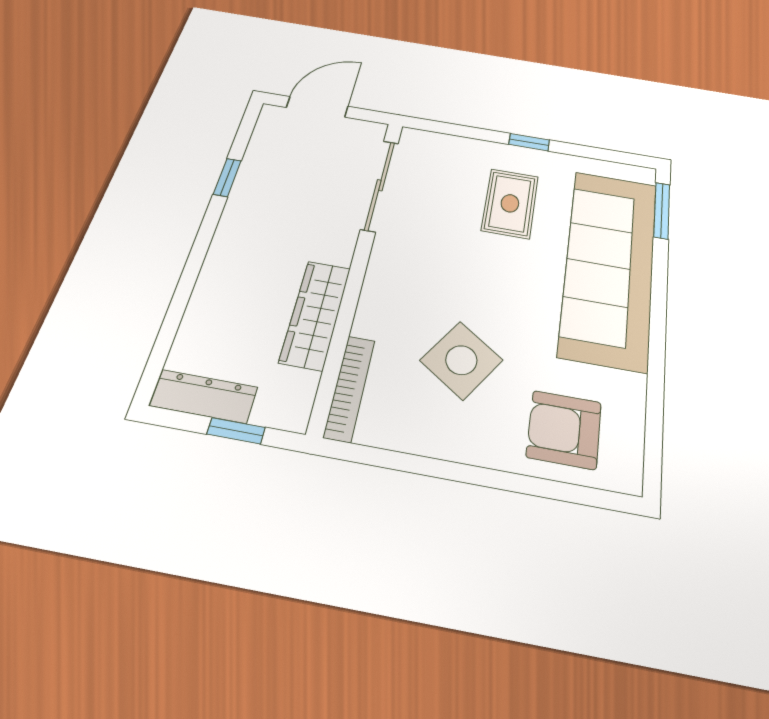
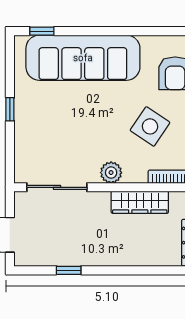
rug: (510, 203) -> (54, 115), removed
window: (662, 210) -> (42, 31), width x0.67
plant: (386, 275) -> (111, 173), added

